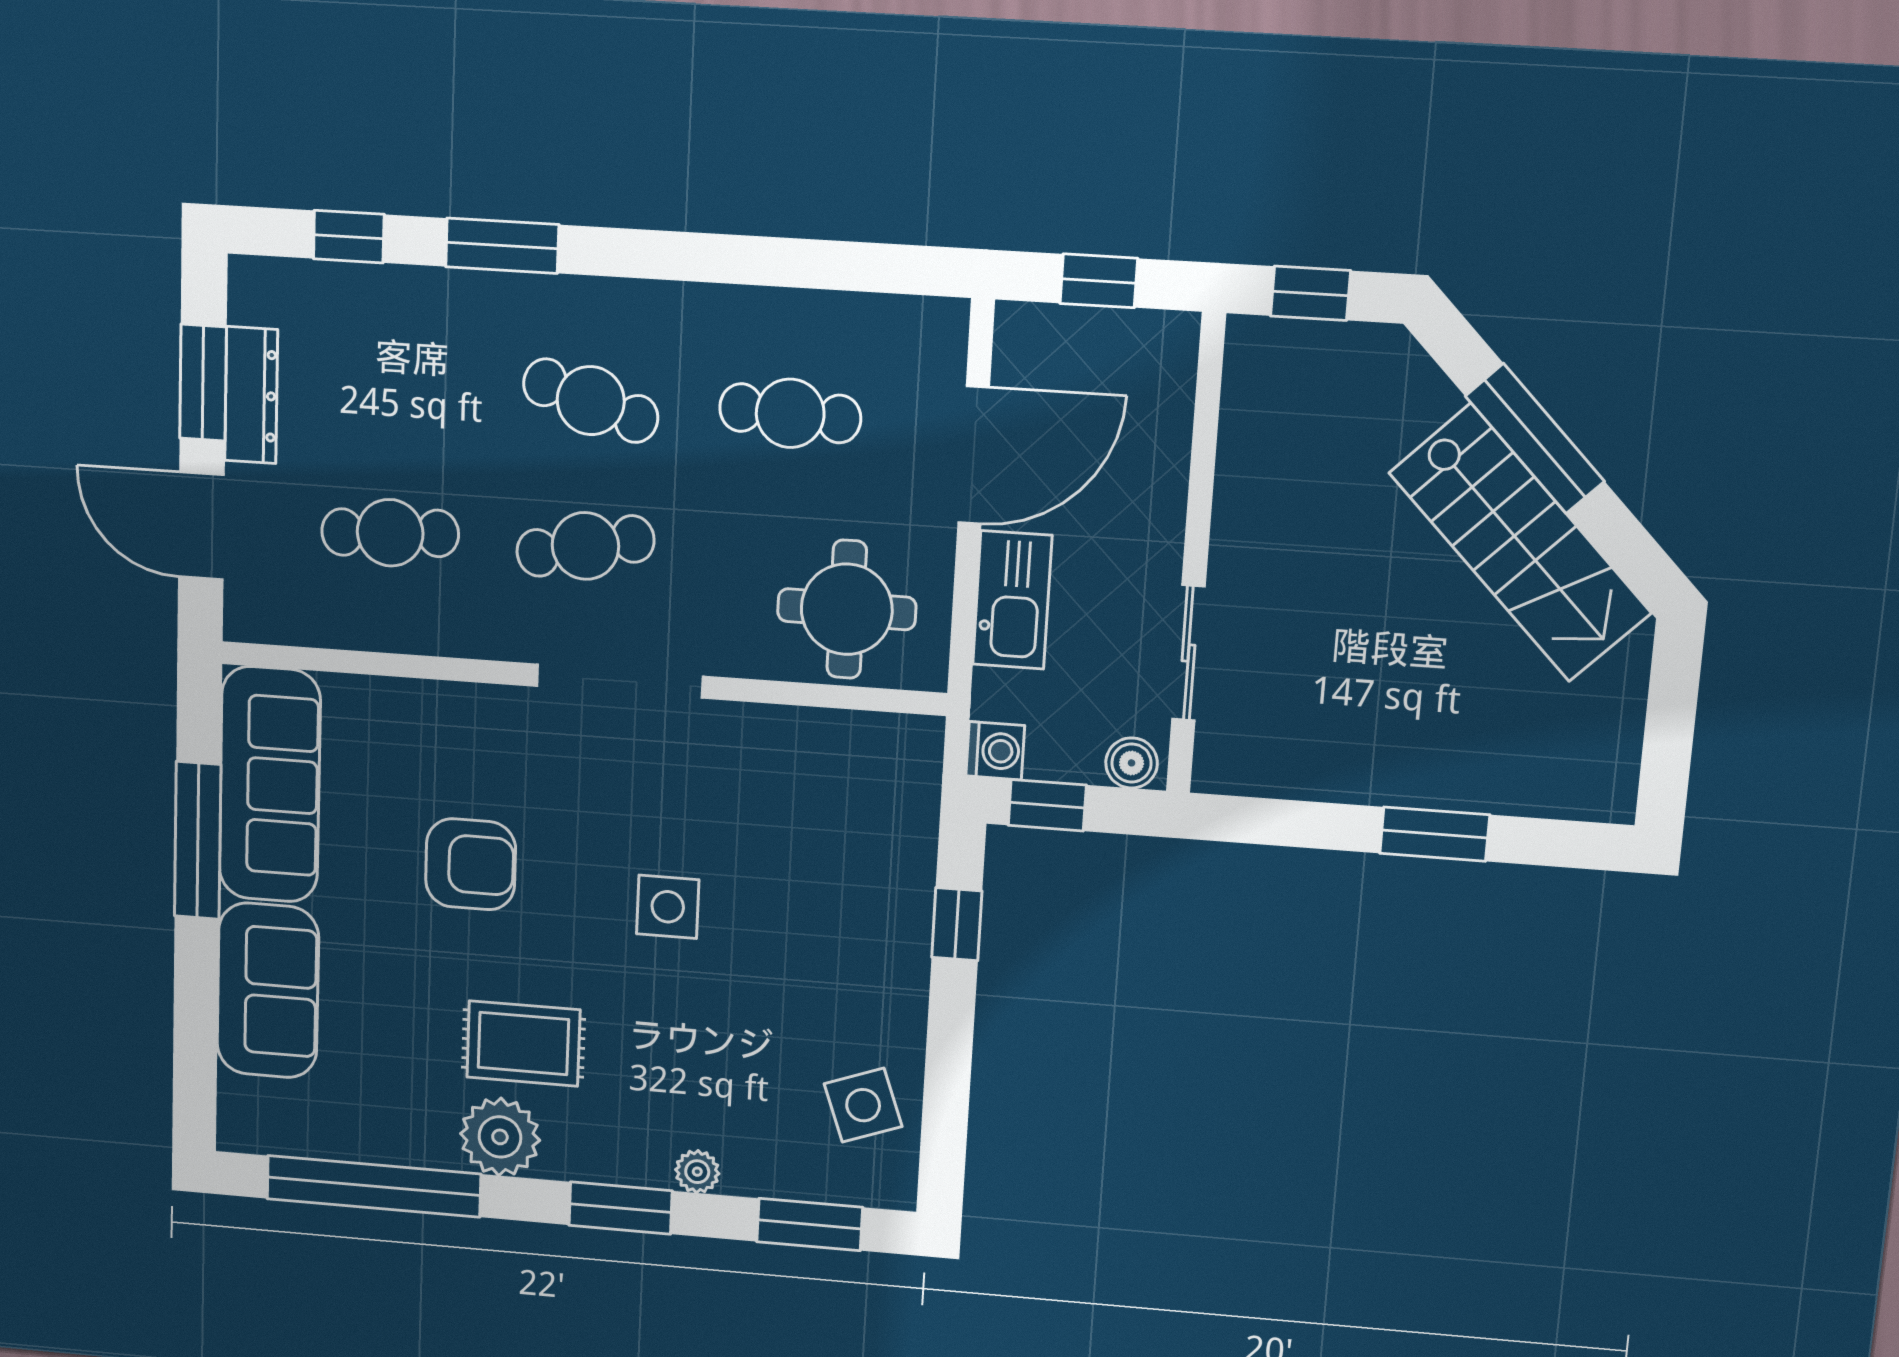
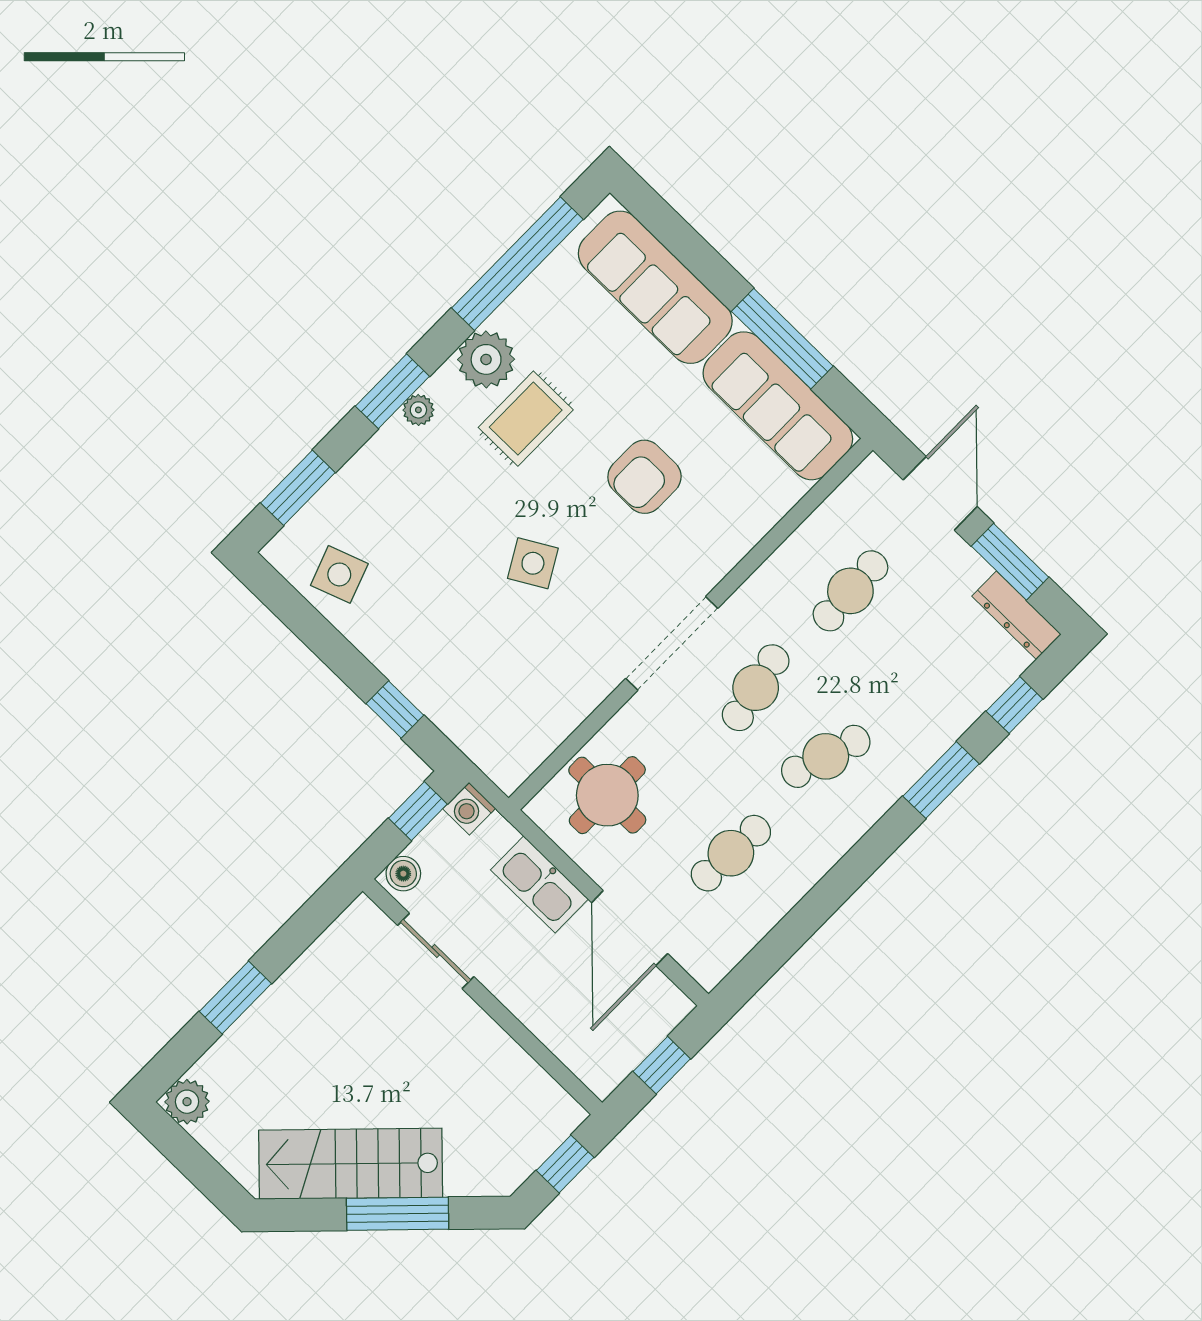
dresser: (251, 395) -> (1016, 615), moved
door: (201, 526) -> (940, 493), hinge flipped
plant: (1604, 790) -> (187, 1102), added
side table: (668, 907) -> (533, 563), turned -30
sofa: (268, 991) -> (655, 287), width x1.36
plant: (697, 1172) -> (418, 410), moved

